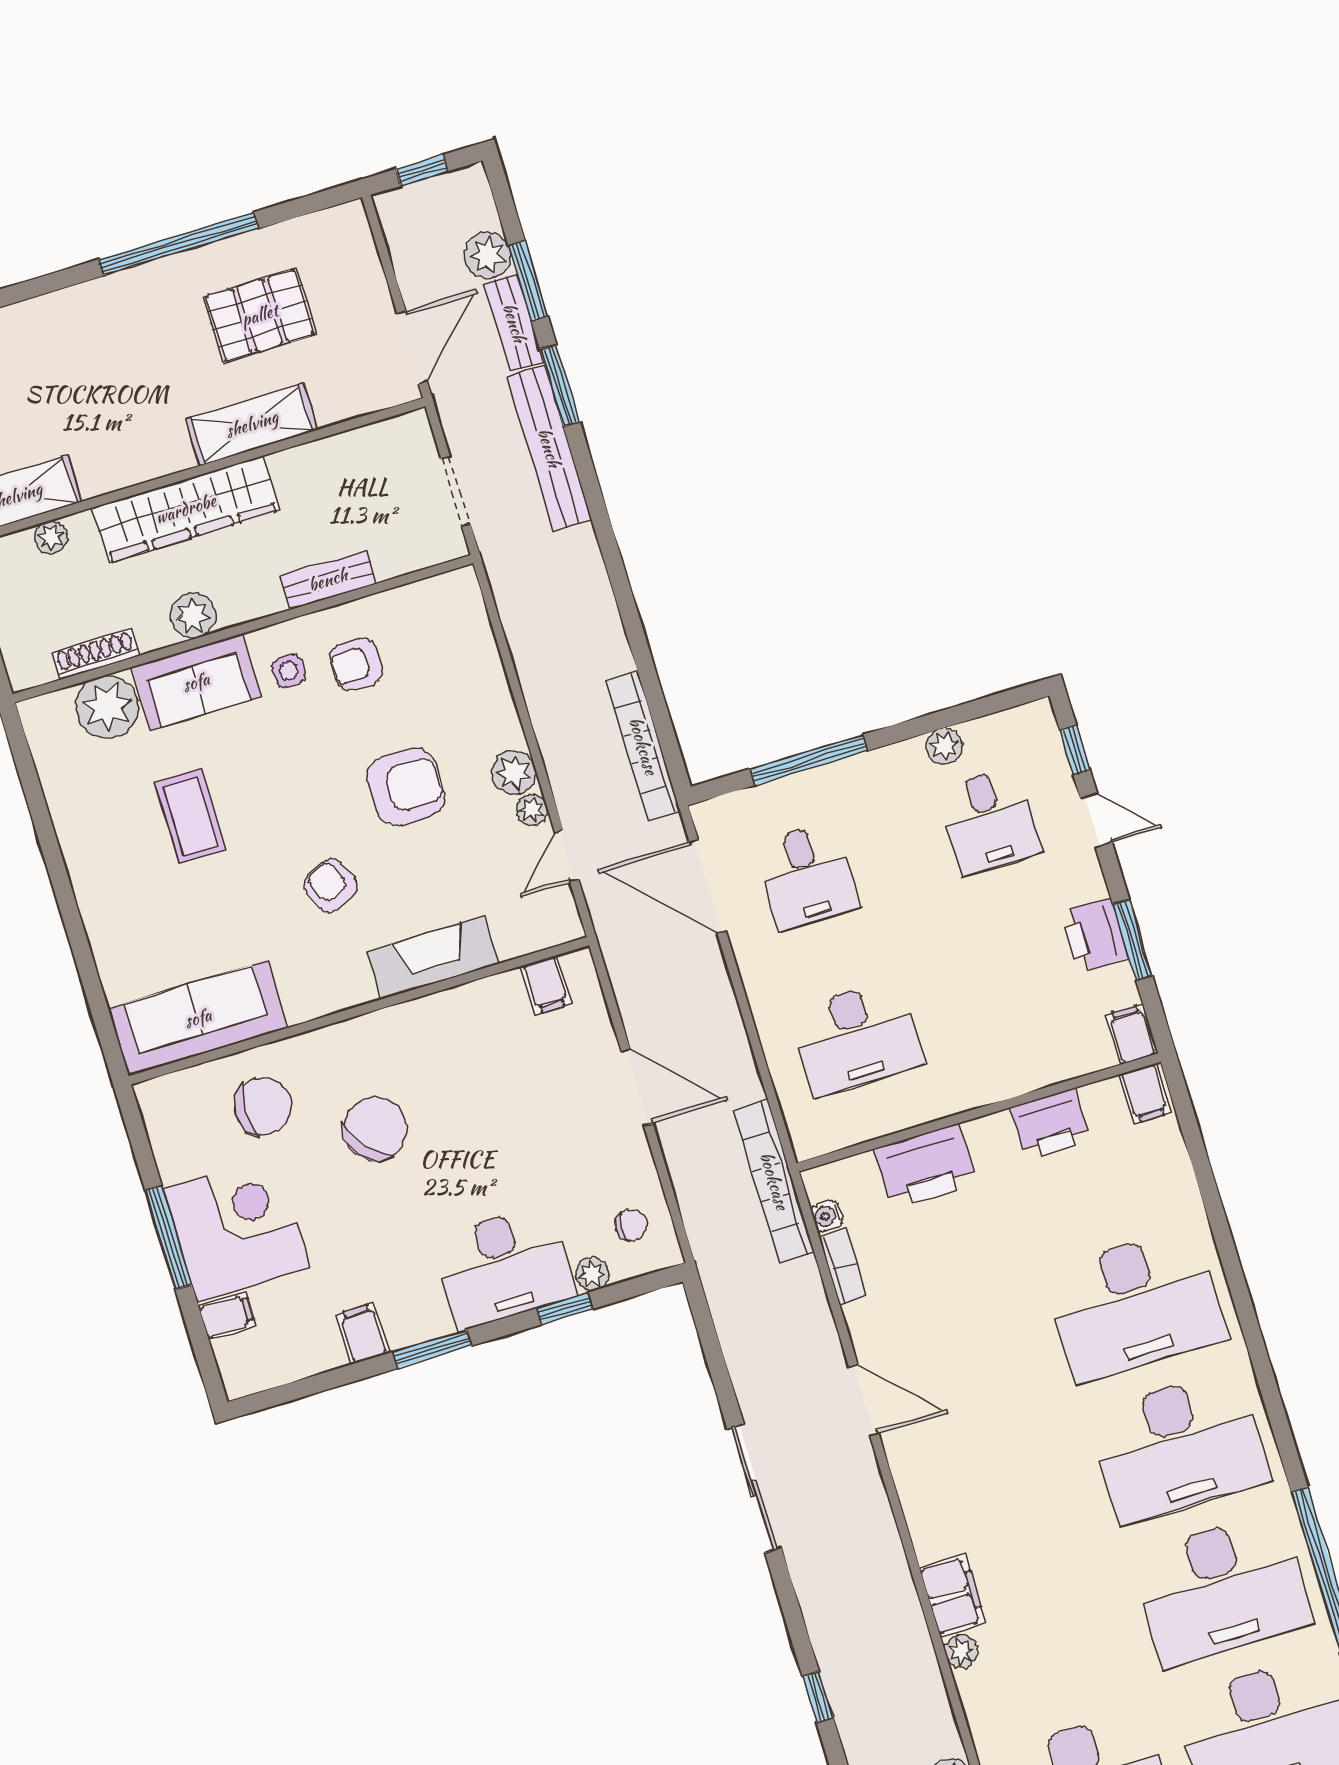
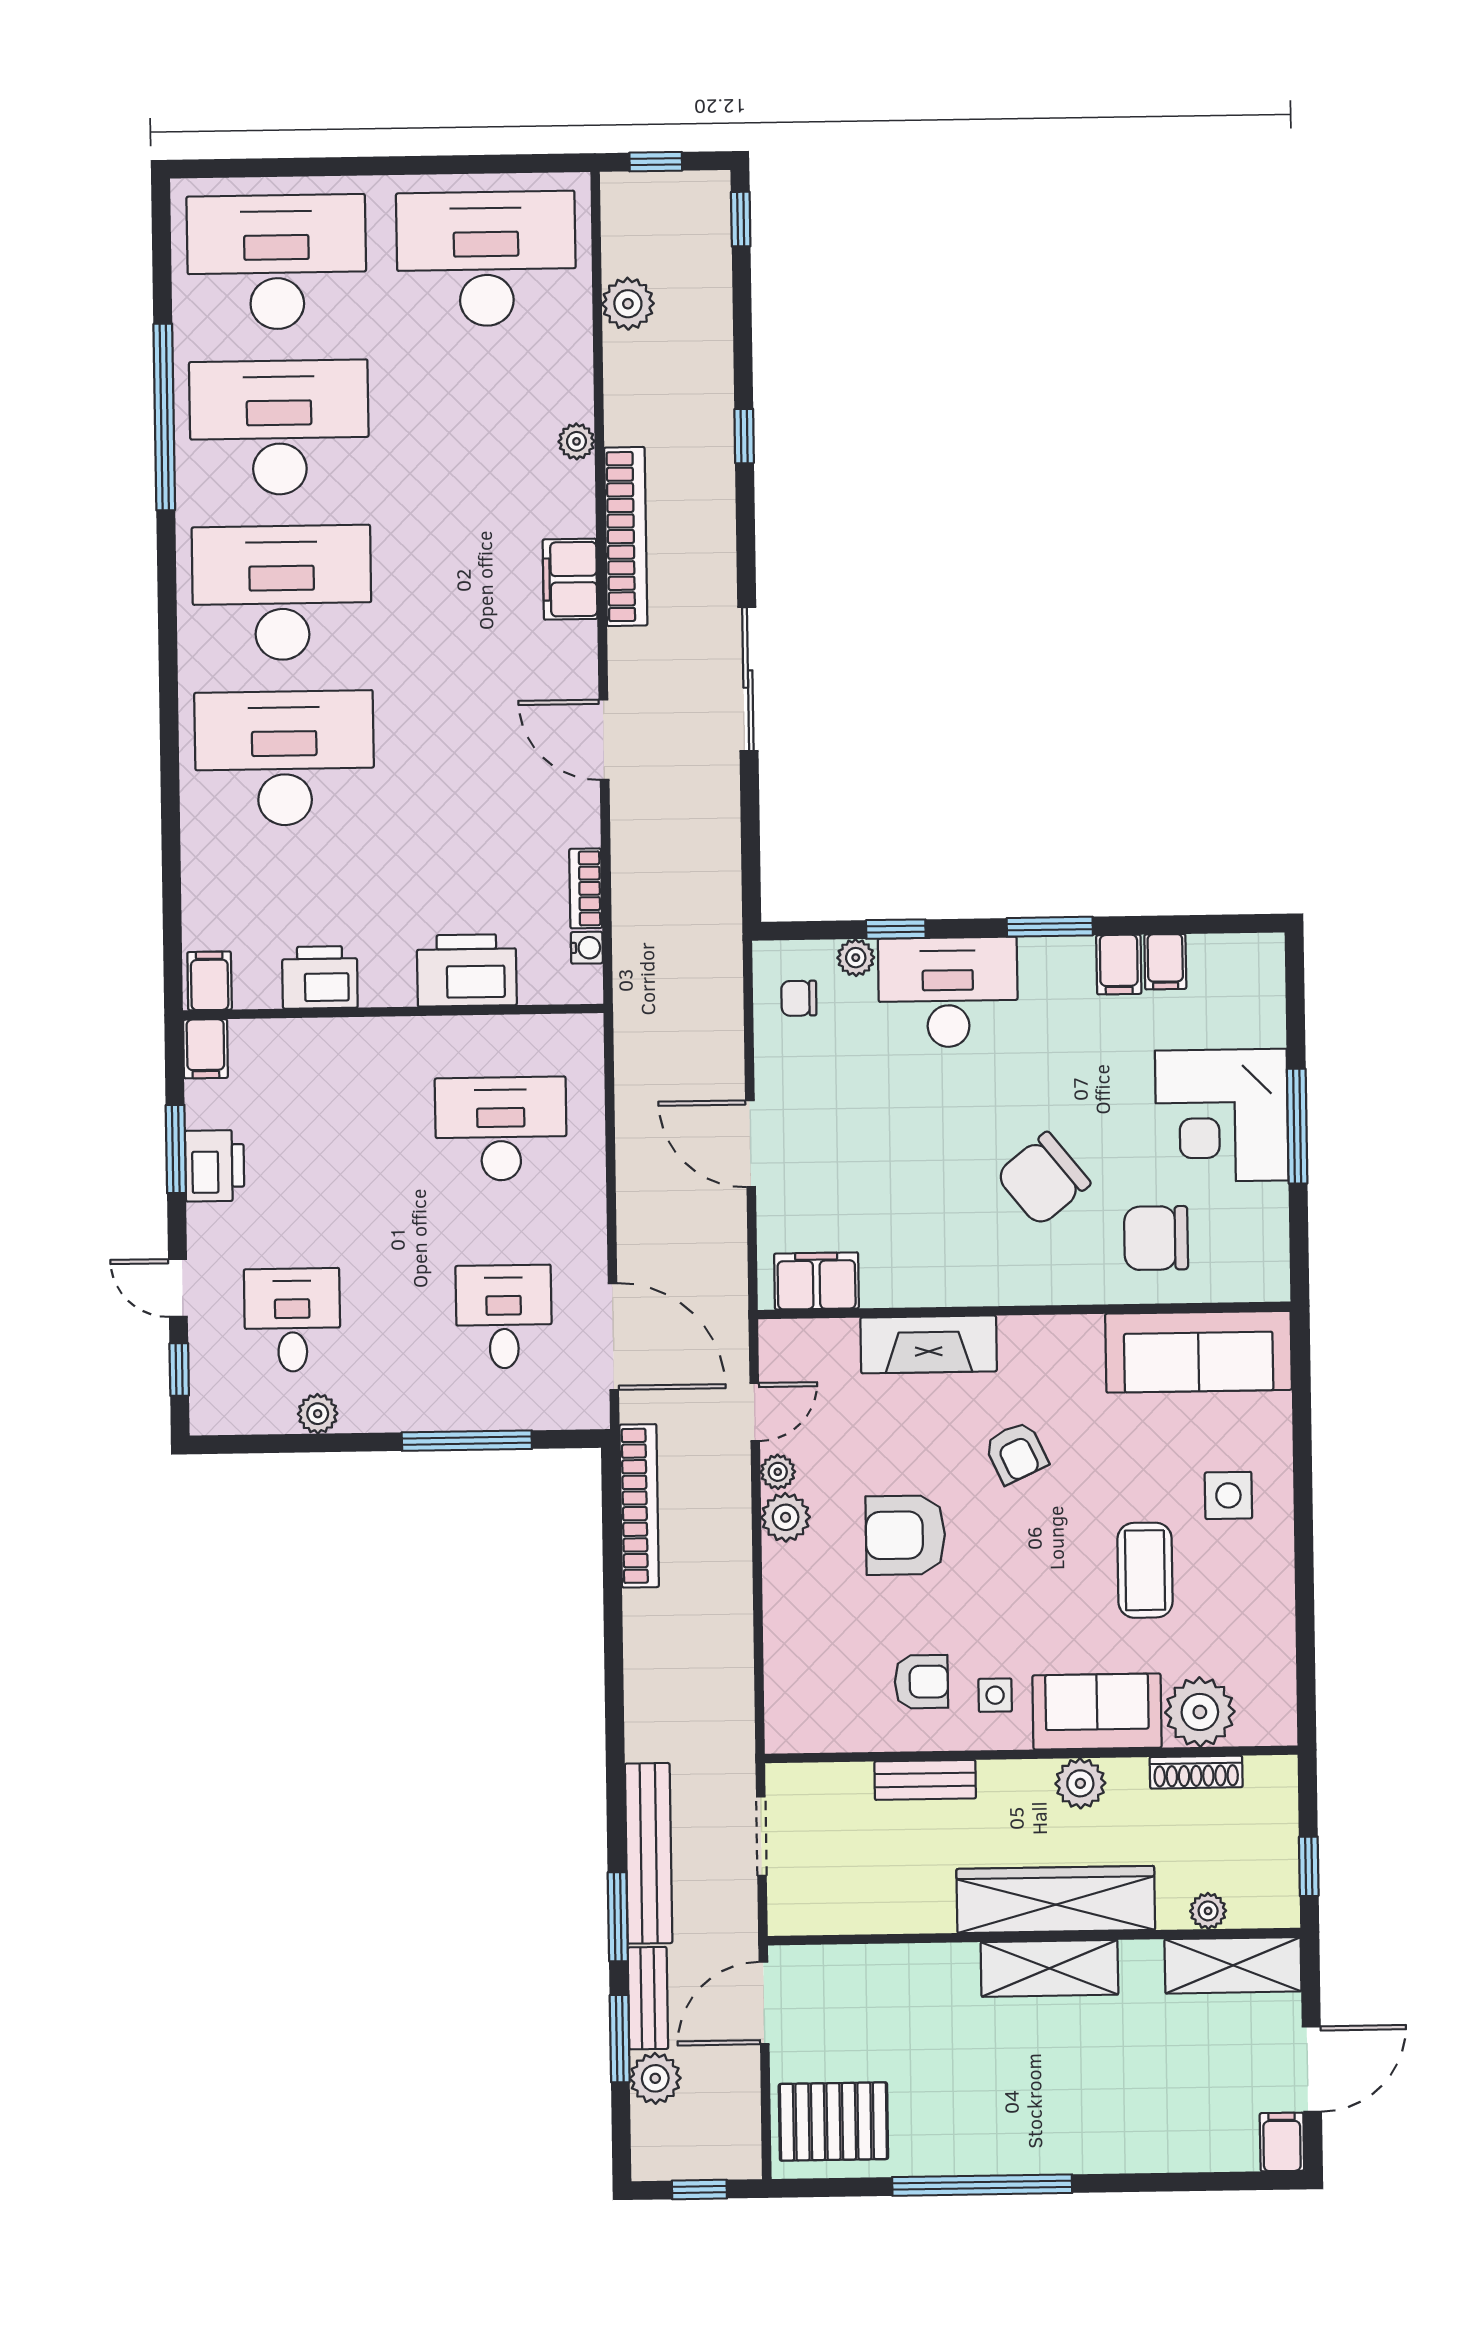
pallet: (260, 315) -> (833, 2121), moved
shelving: (252, 424) -> (1049, 1968), moved
side table: (136, 901) -> (1228, 1495), added
filing cabinet: (546, 985) -> (817, 1281), width x2.00
bookcase: (774, 1181) -> (626, 537), moved
filing cabinet: (227, 1316) -> (1165, 962), moved, turned -90
filing cabinet: (953, 1595) -> (570, 579), moved

